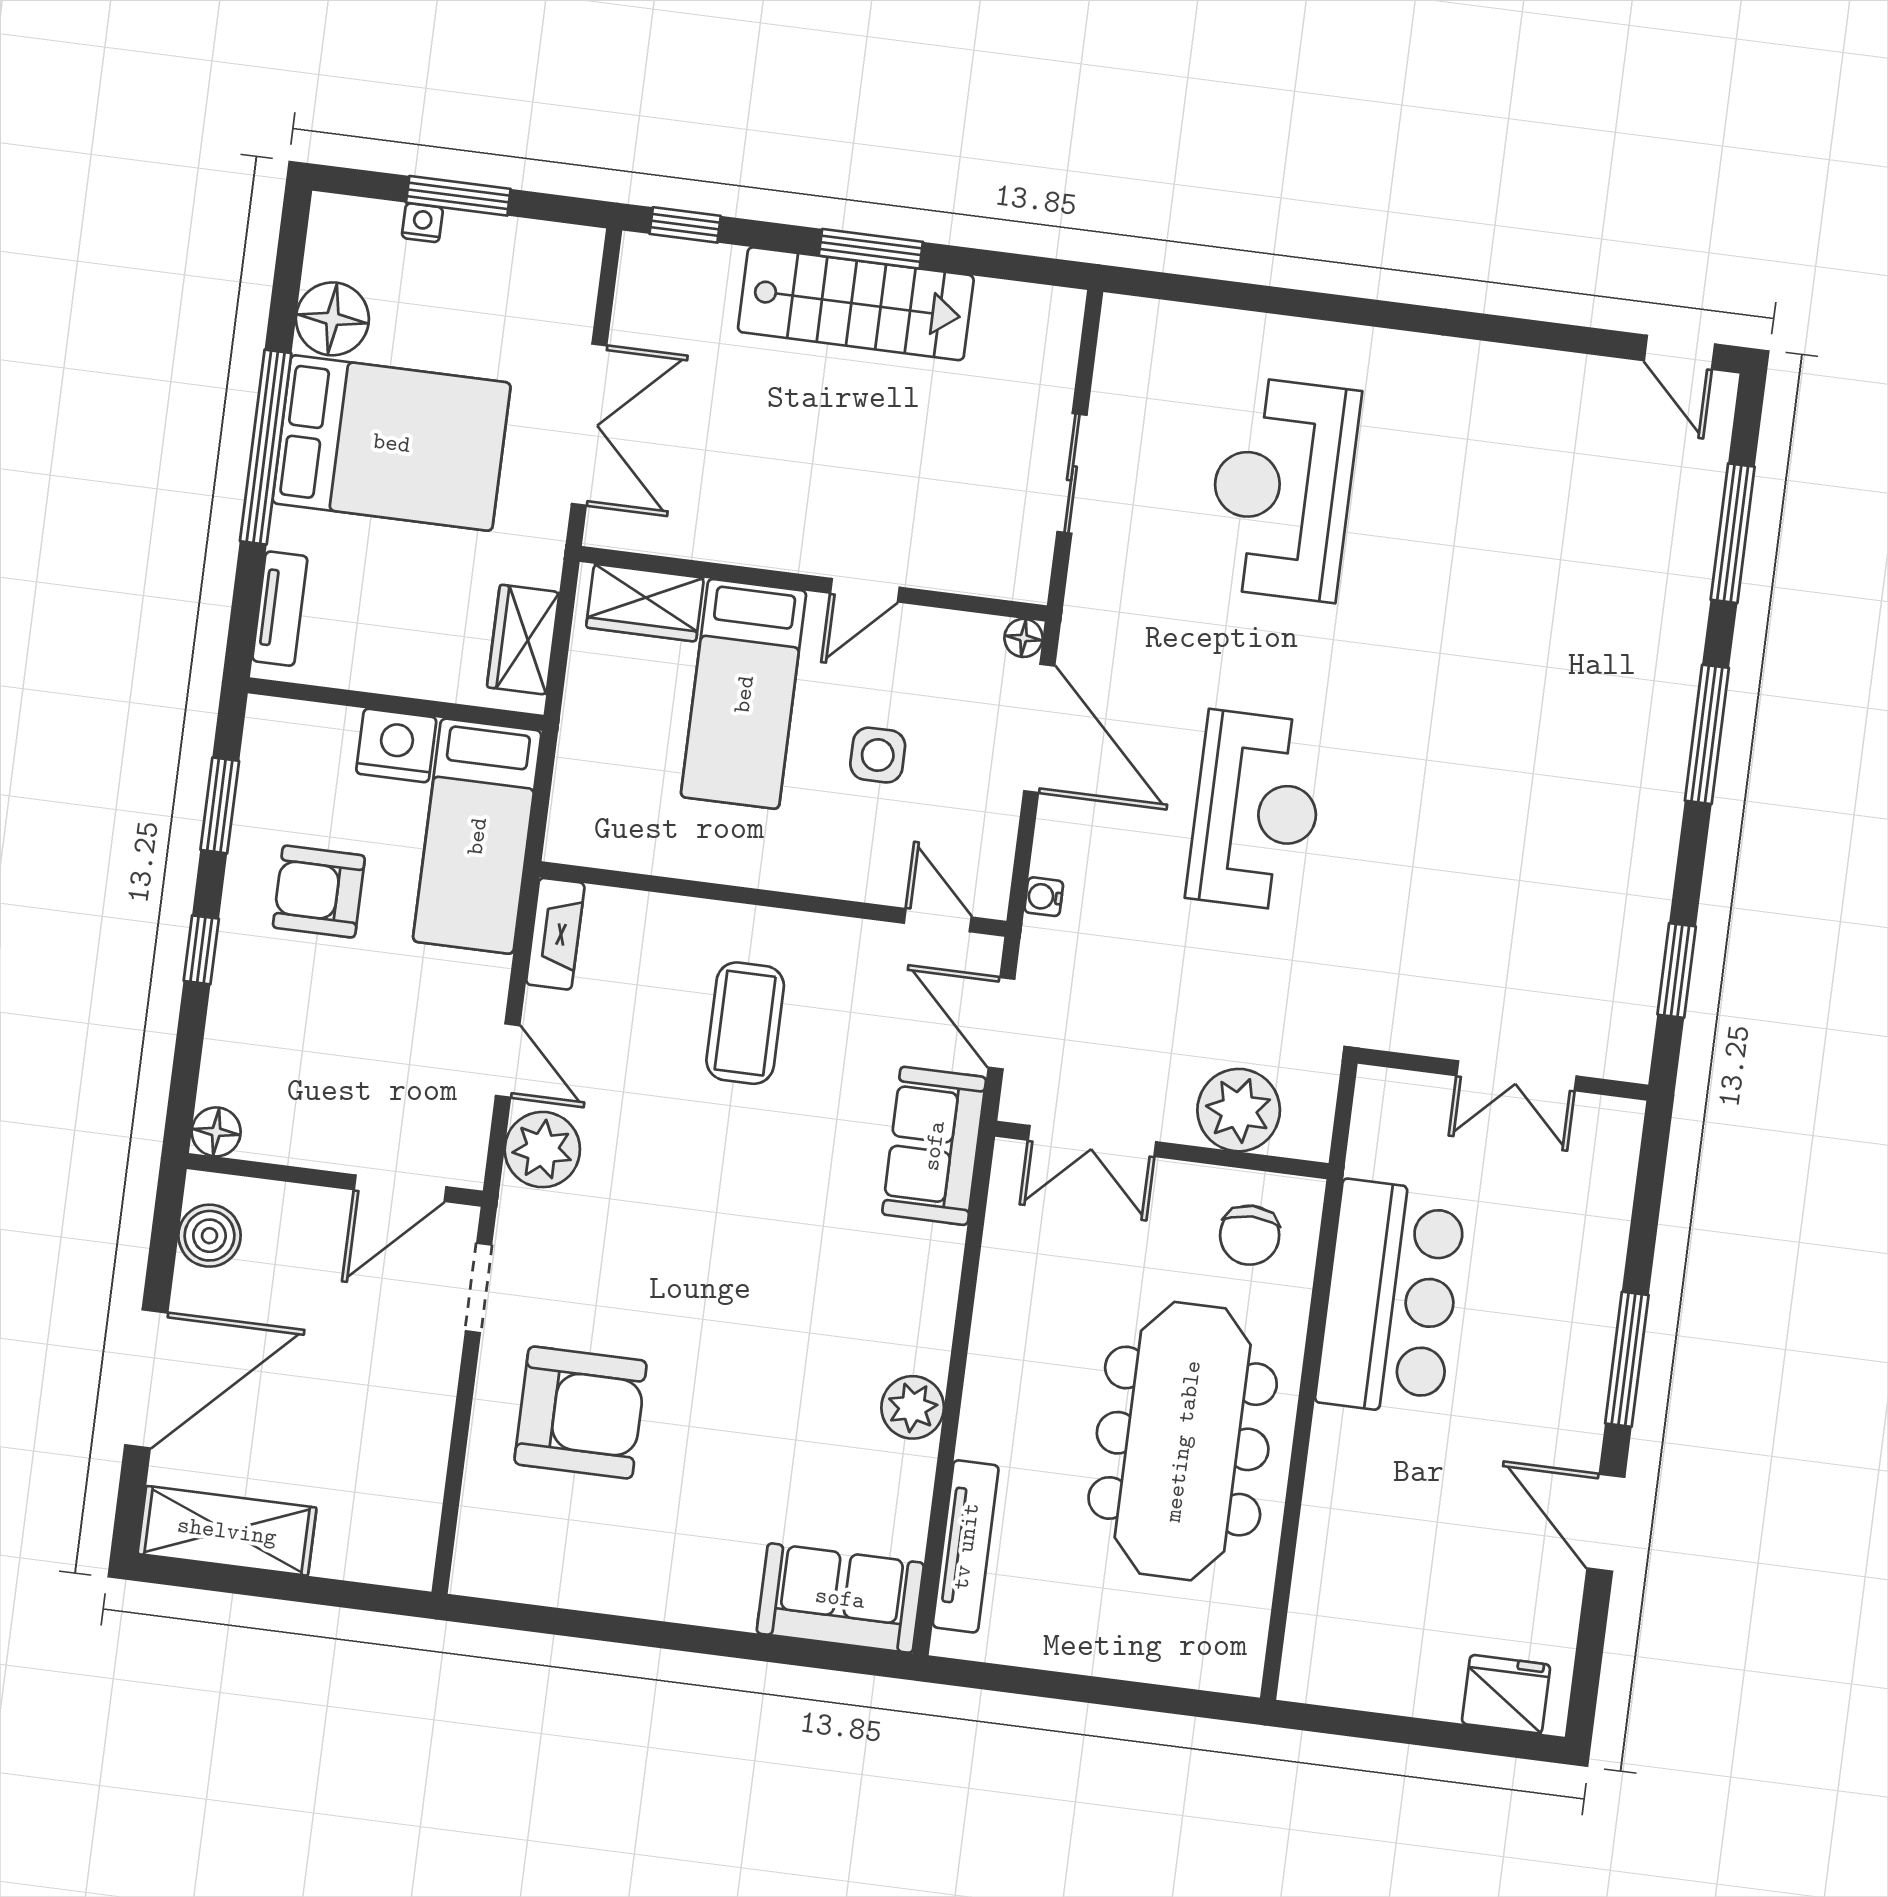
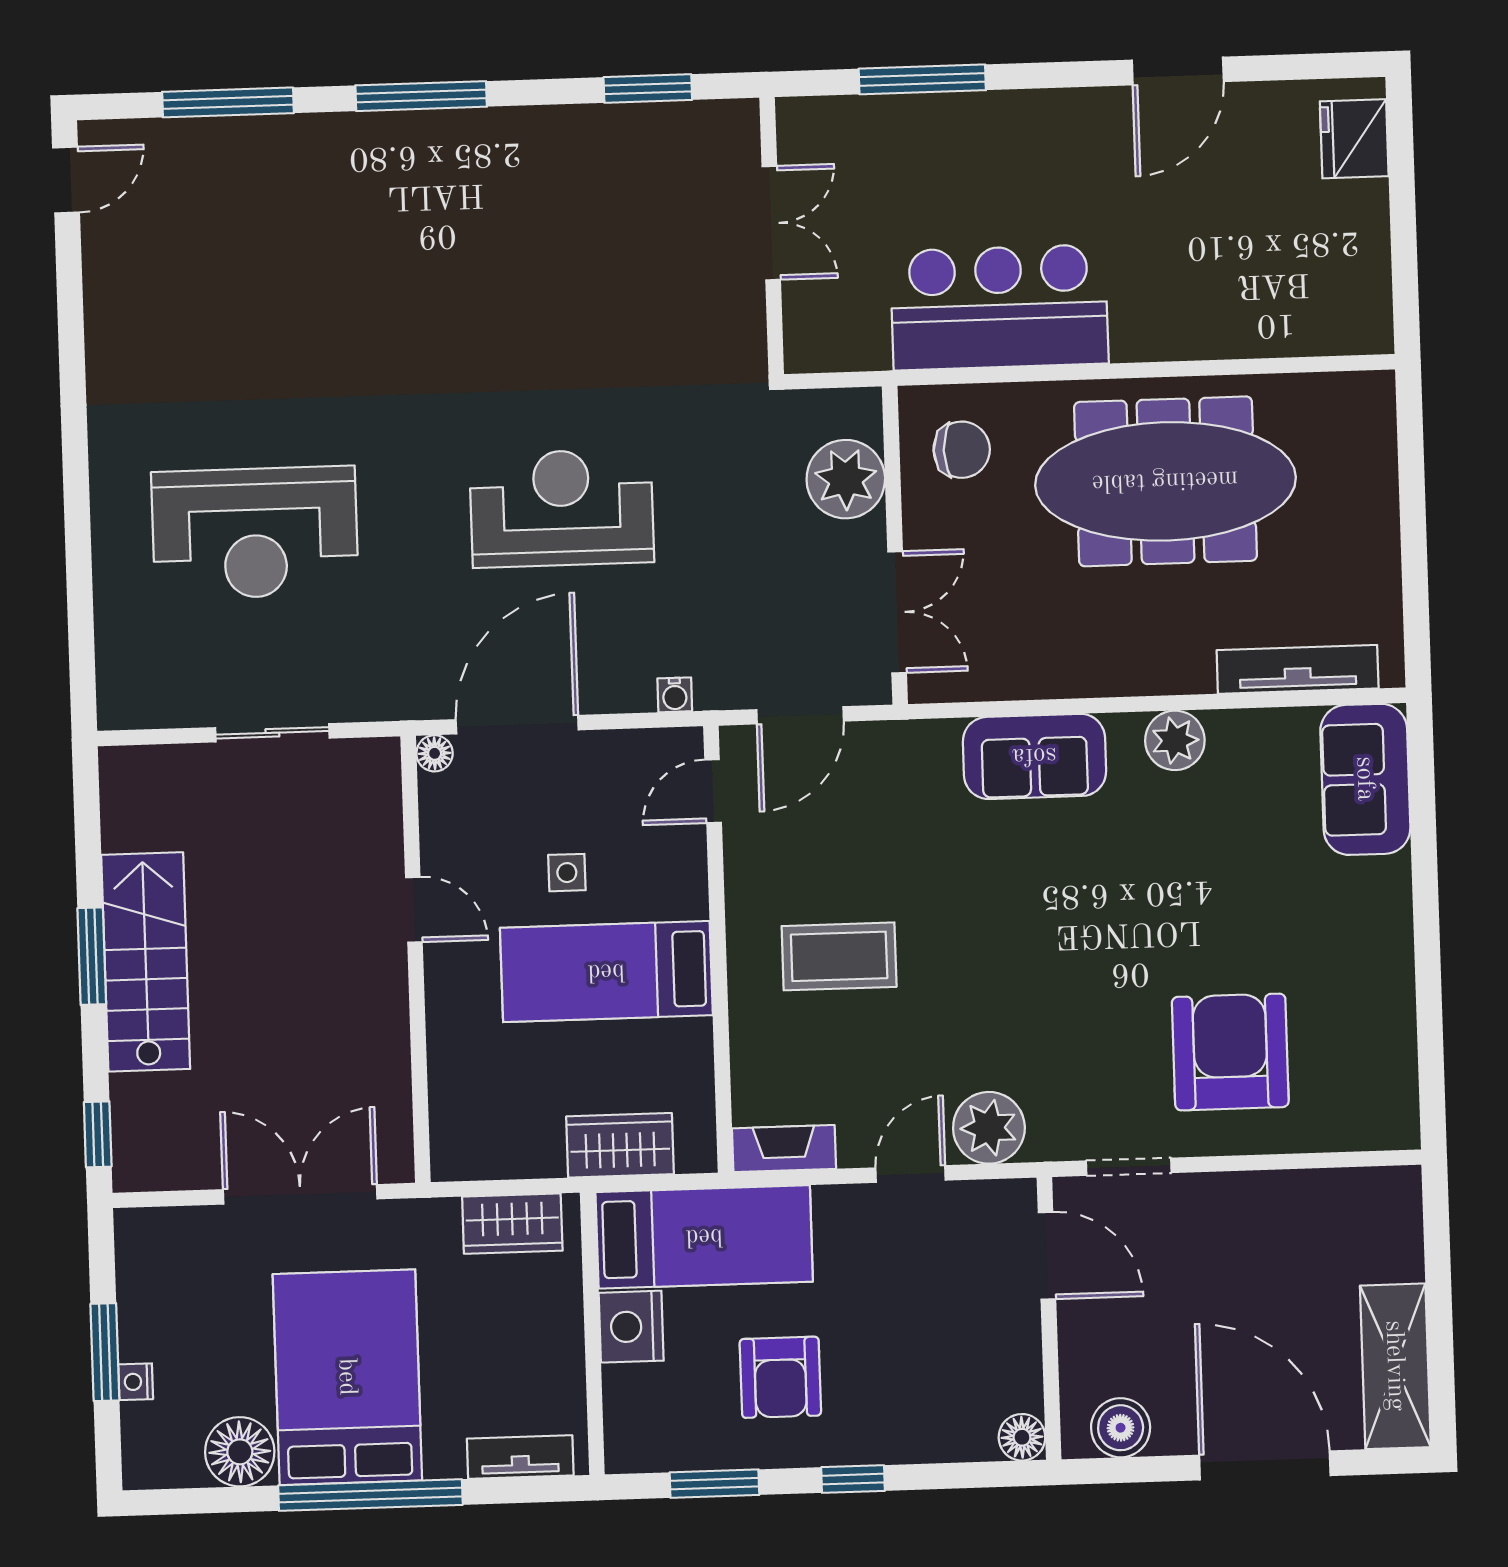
wardrobe: (645, 603) -> (620, 1145), moved, turned -90
bed: (744, 694) -> (606, 972), moved, turned 180
side table: (878, 755) -> (567, 873), width x0.73, depth x0.73
sofa: (934, 1146) -> (1034, 756), moved
window: (1627, 1359) -> (922, 79), moved

